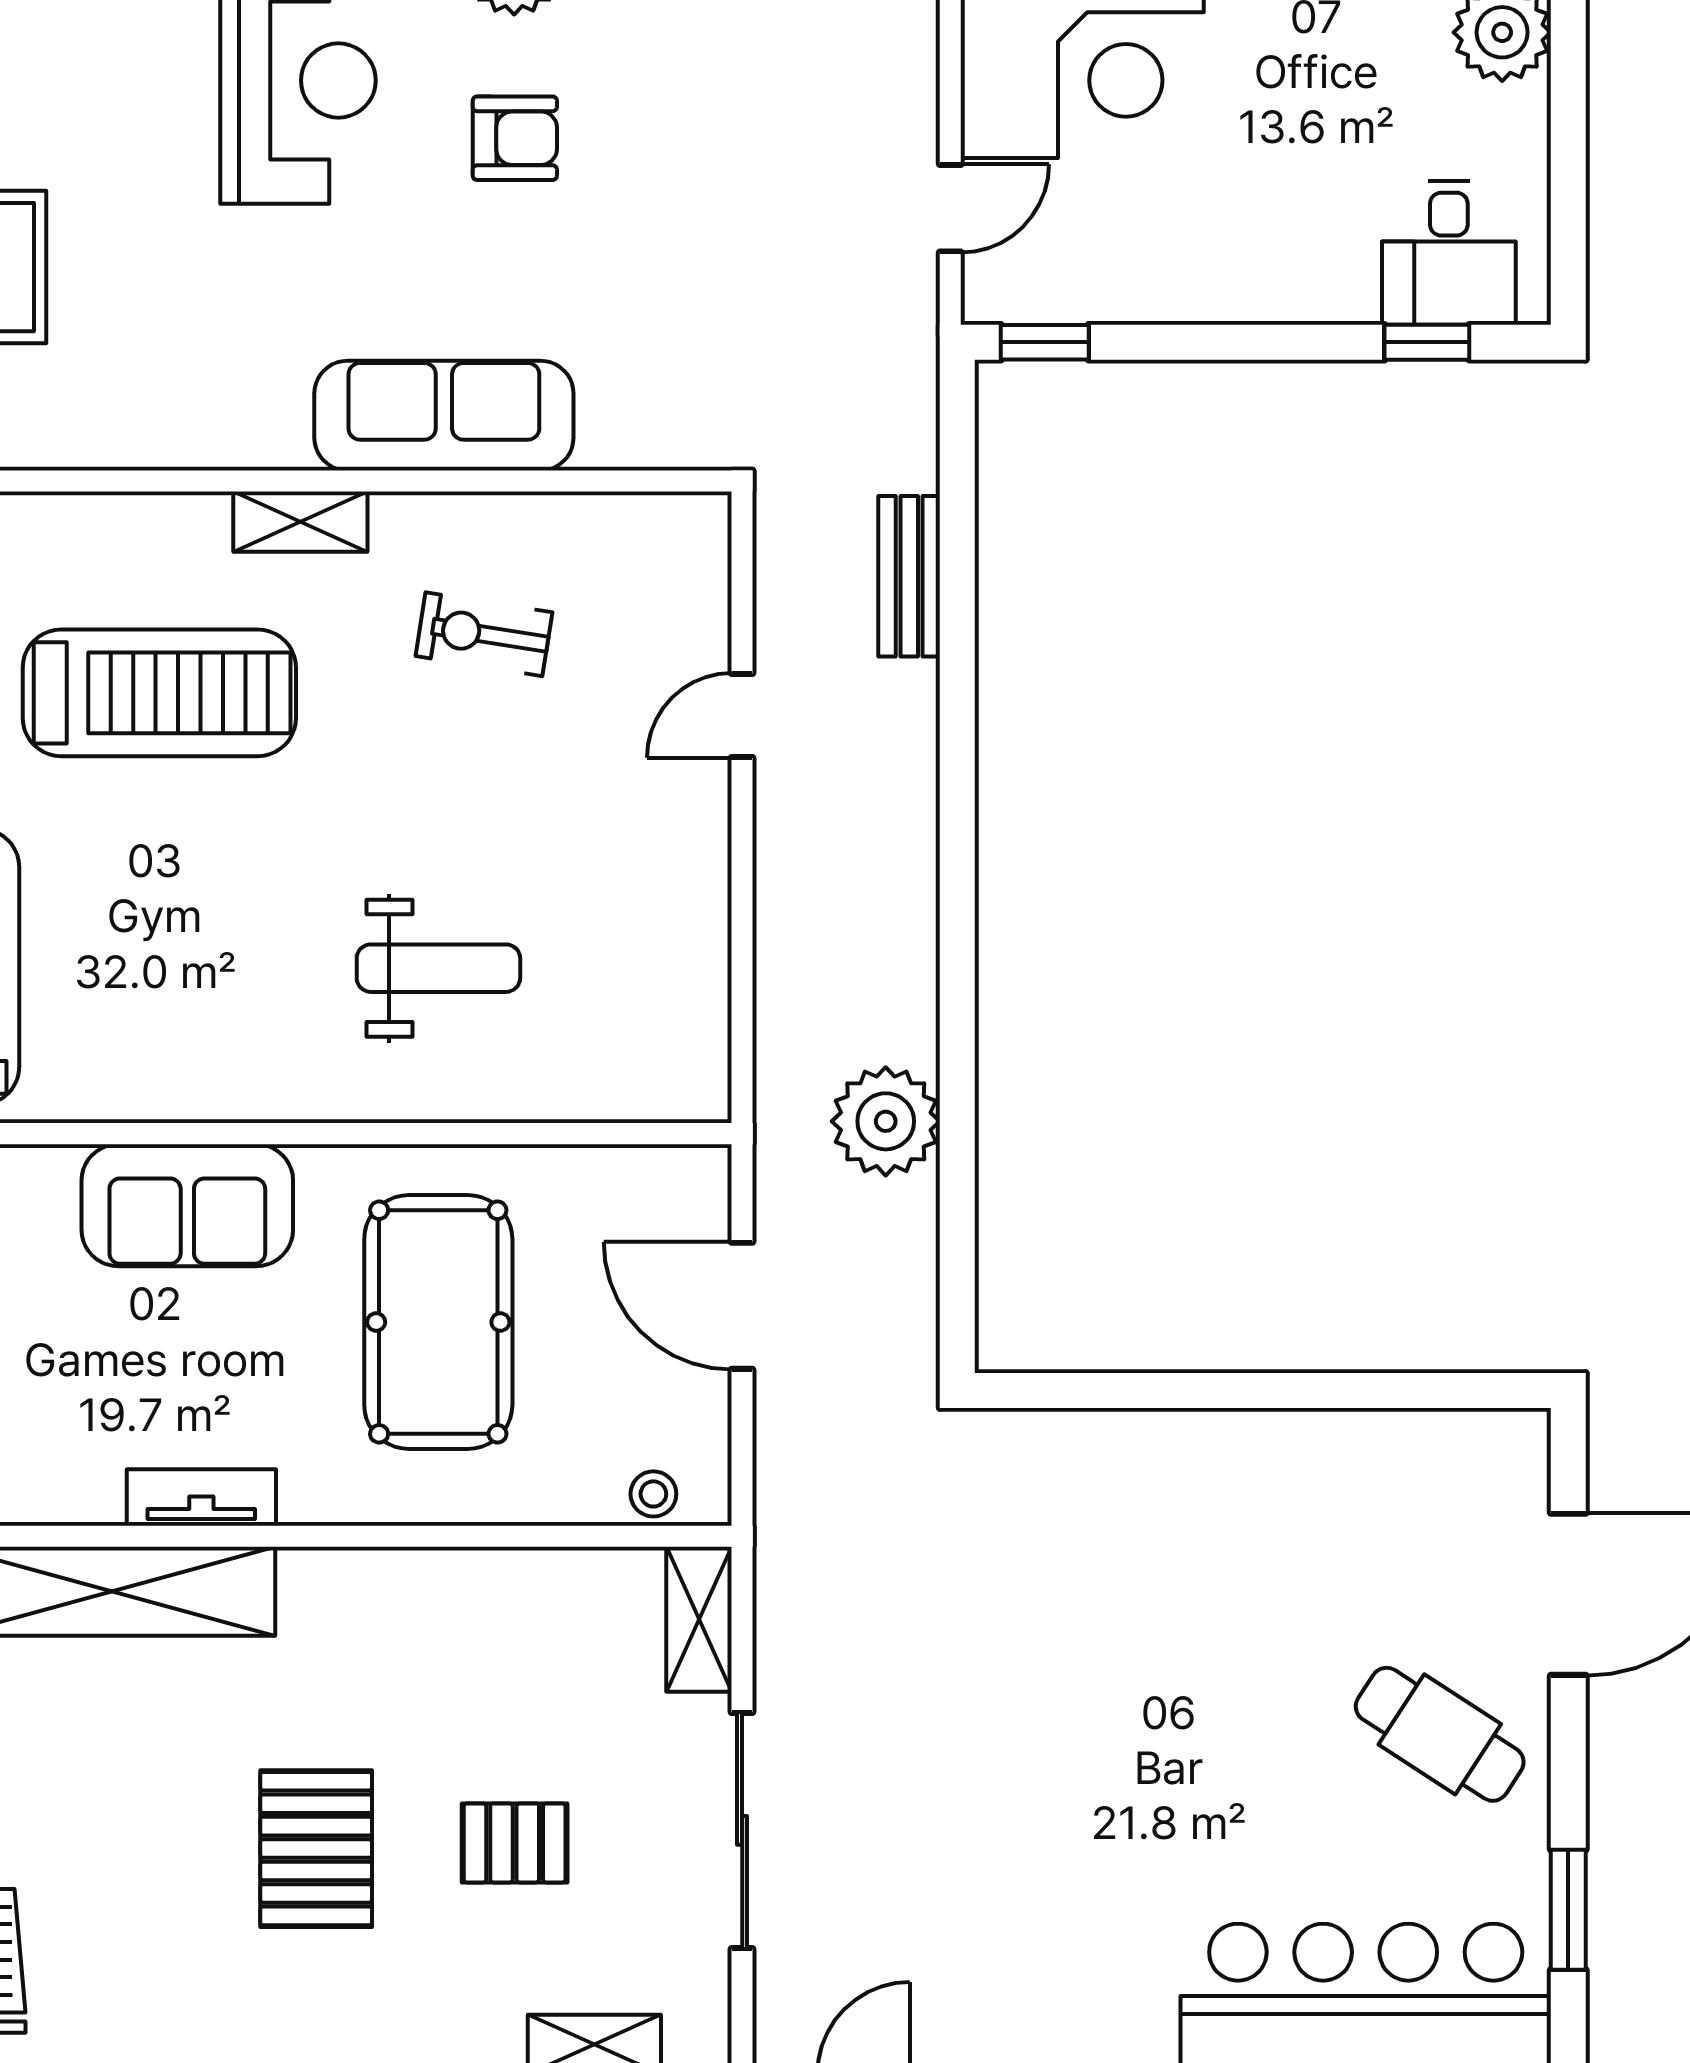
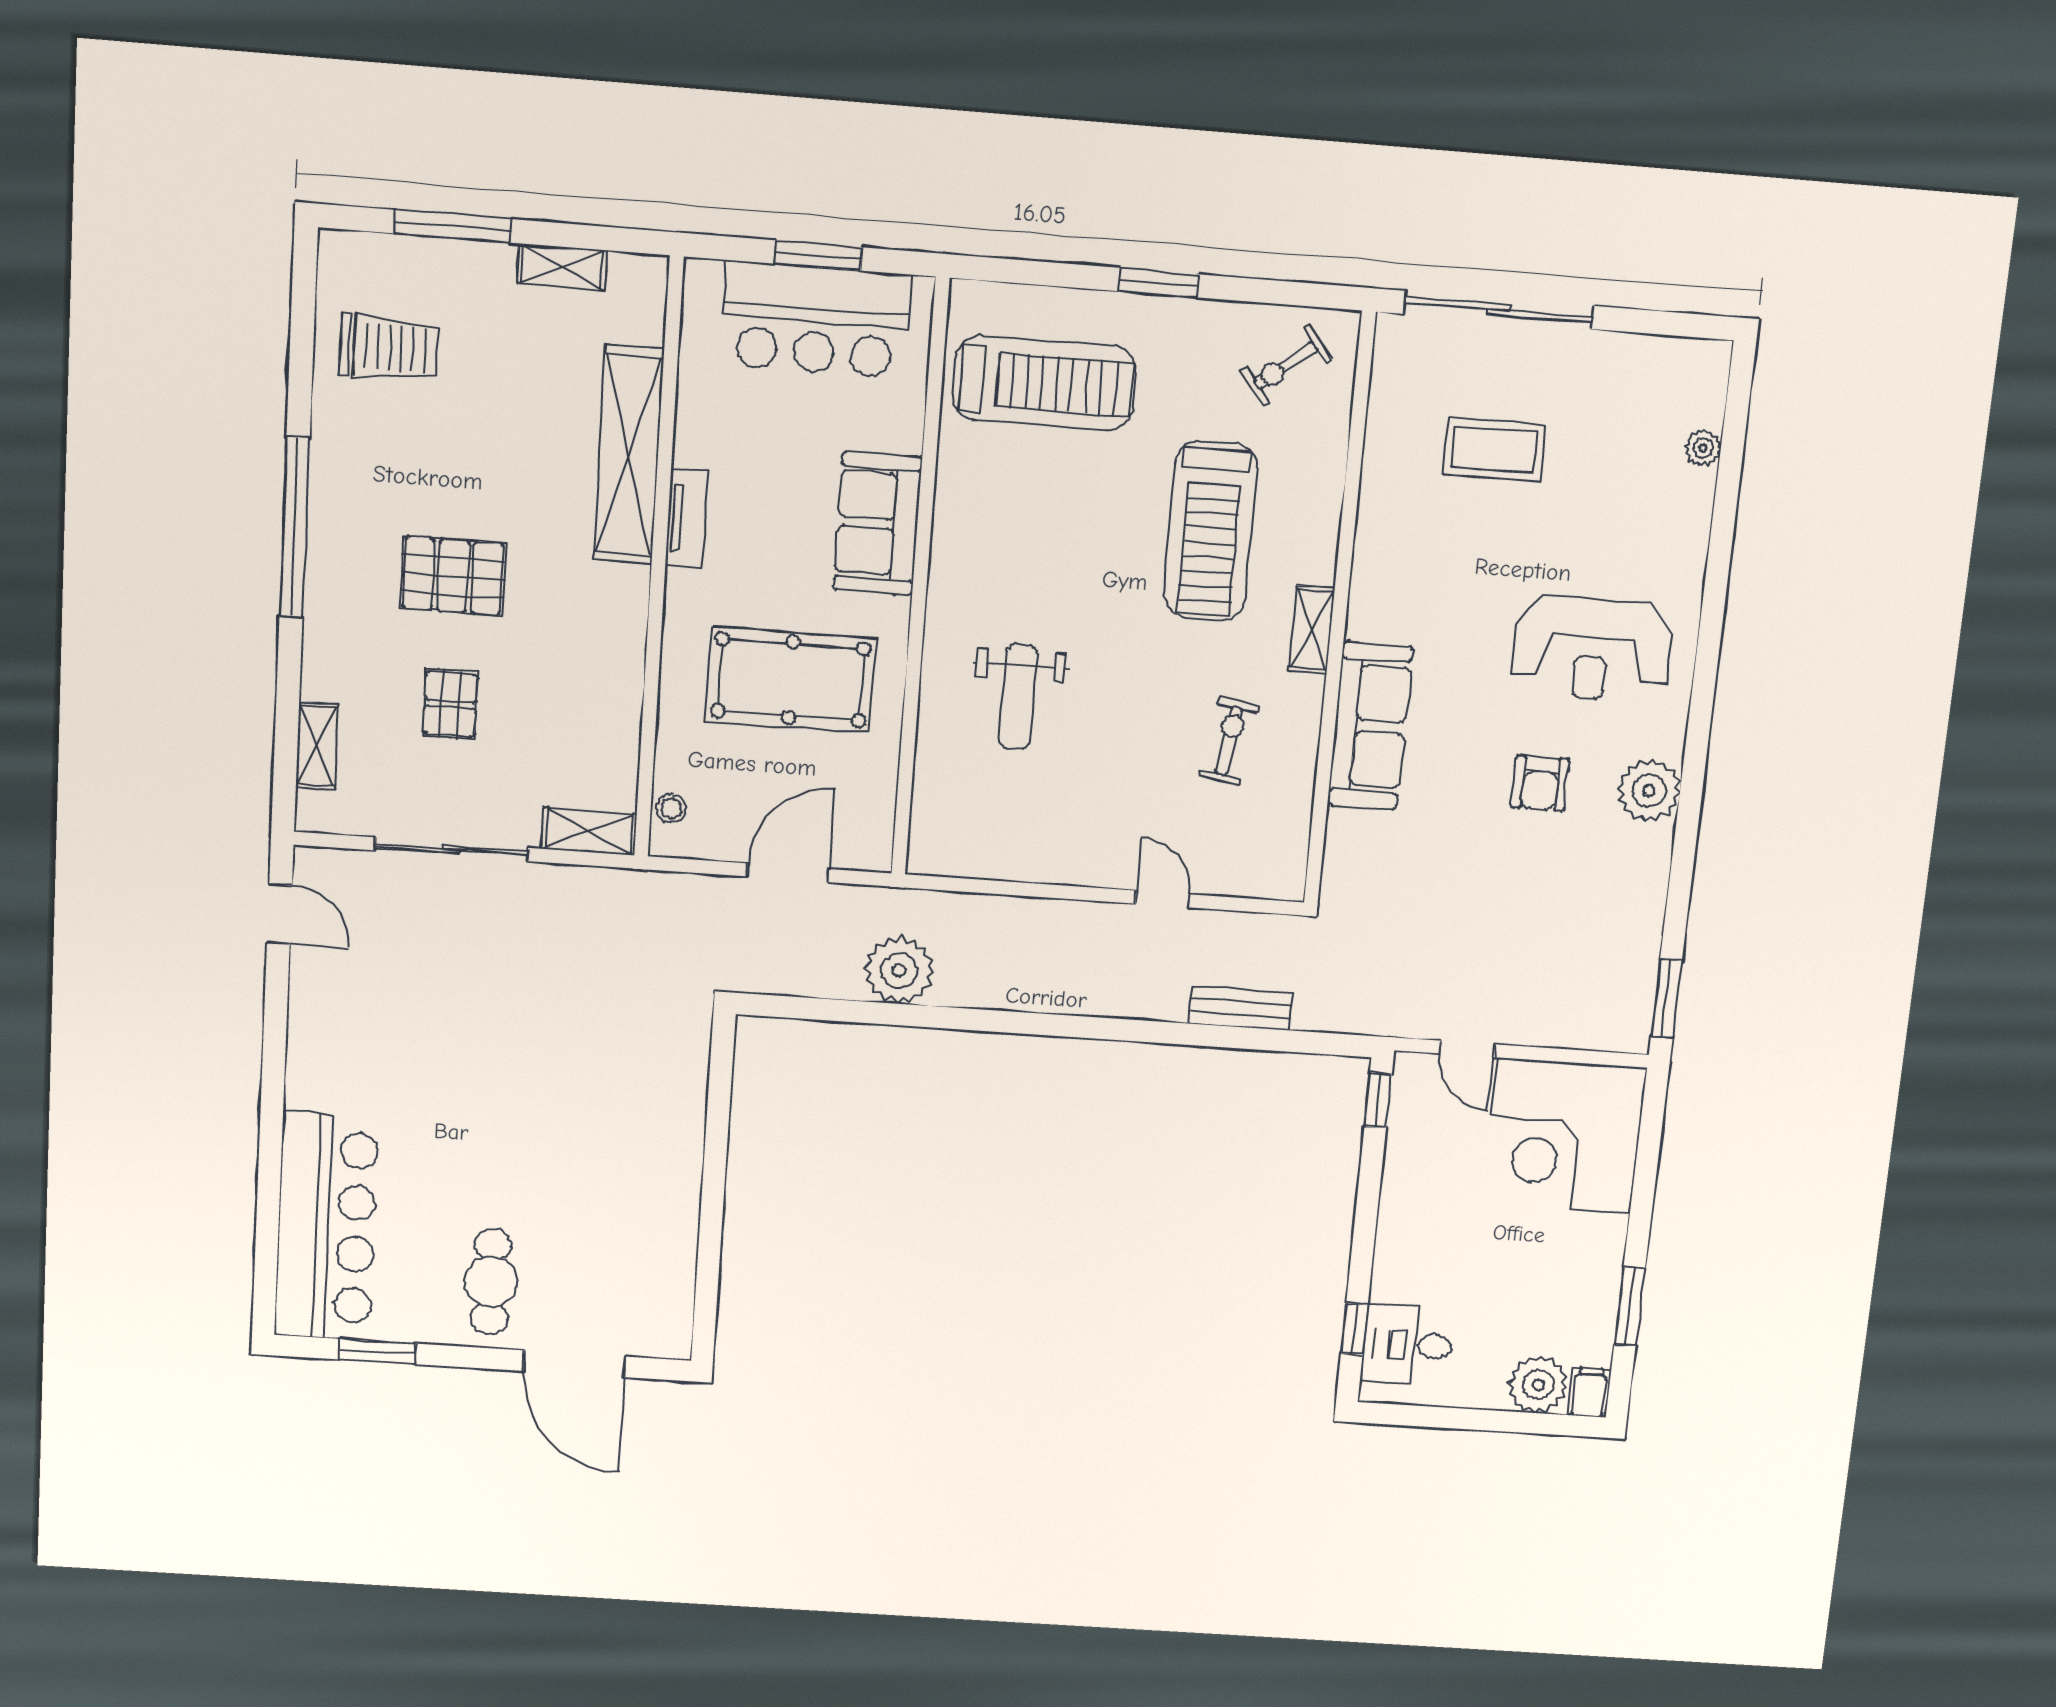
cafe table: (1440, 1734) -> (491, 1282), turned -33

